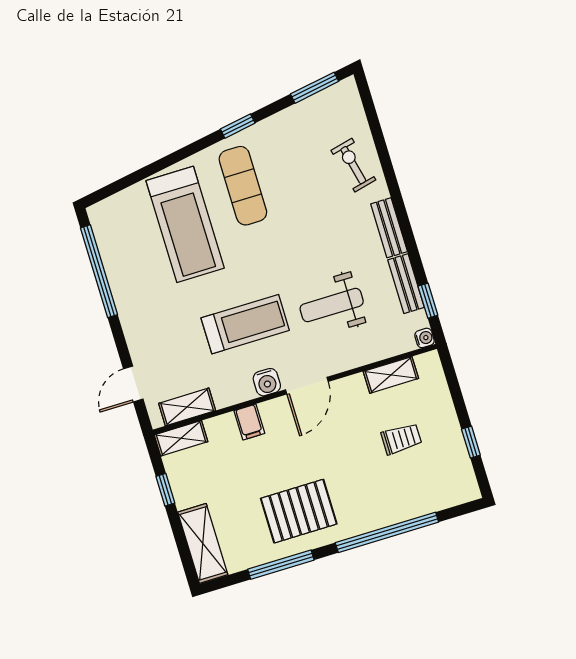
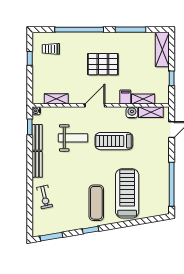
water cooler: (267, 382) -> (132, 112), moved
shelving: (181, 438) -> (143, 99), moved
trolley: (401, 439) -> (51, 49), moved
pallet: (299, 511) -> (103, 64), moved

